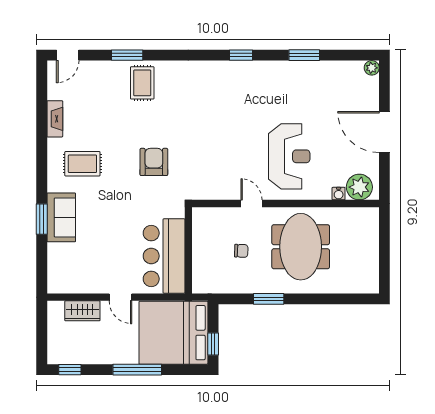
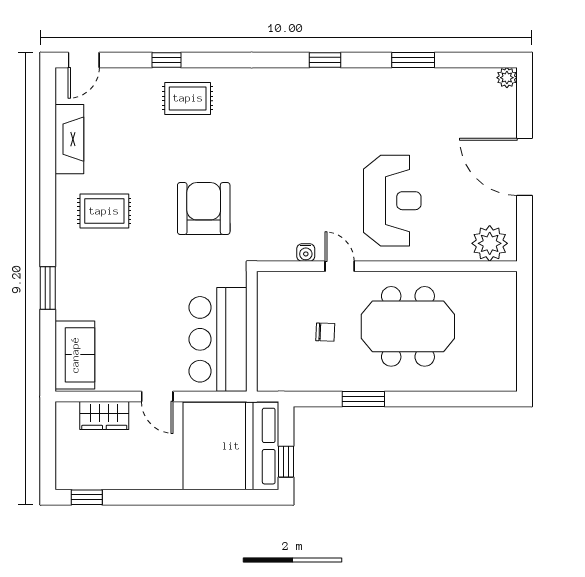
window: (127, 55) -> (166, 60), width x0.67
rug: (142, 83) -> (188, 98), turned 90
fireplace: (55, 119) -> (69, 139), width x1.37, depth x1.32
armchair: (154, 162) -> (204, 209), width x1.36, depth x1.36
water cooler: (339, 194) -> (306, 253), moved
sofa: (61, 217) -> (75, 355), moved
meeting table: (301, 247) -> (408, 326), turned 90
window: (137, 370) -> (181, 497), removed

